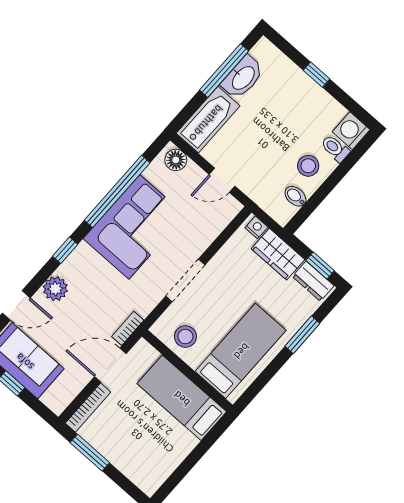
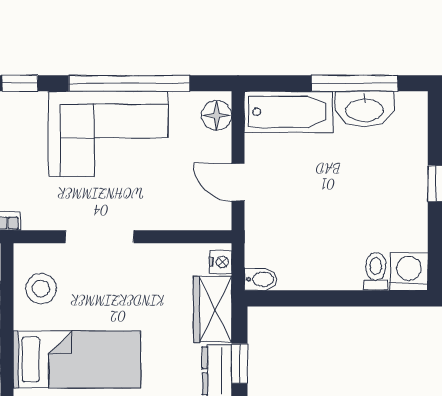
stool: (308, 166) -> (333, 259), removed
bidet: (295, 196) -> (261, 279), moved, turned 90

